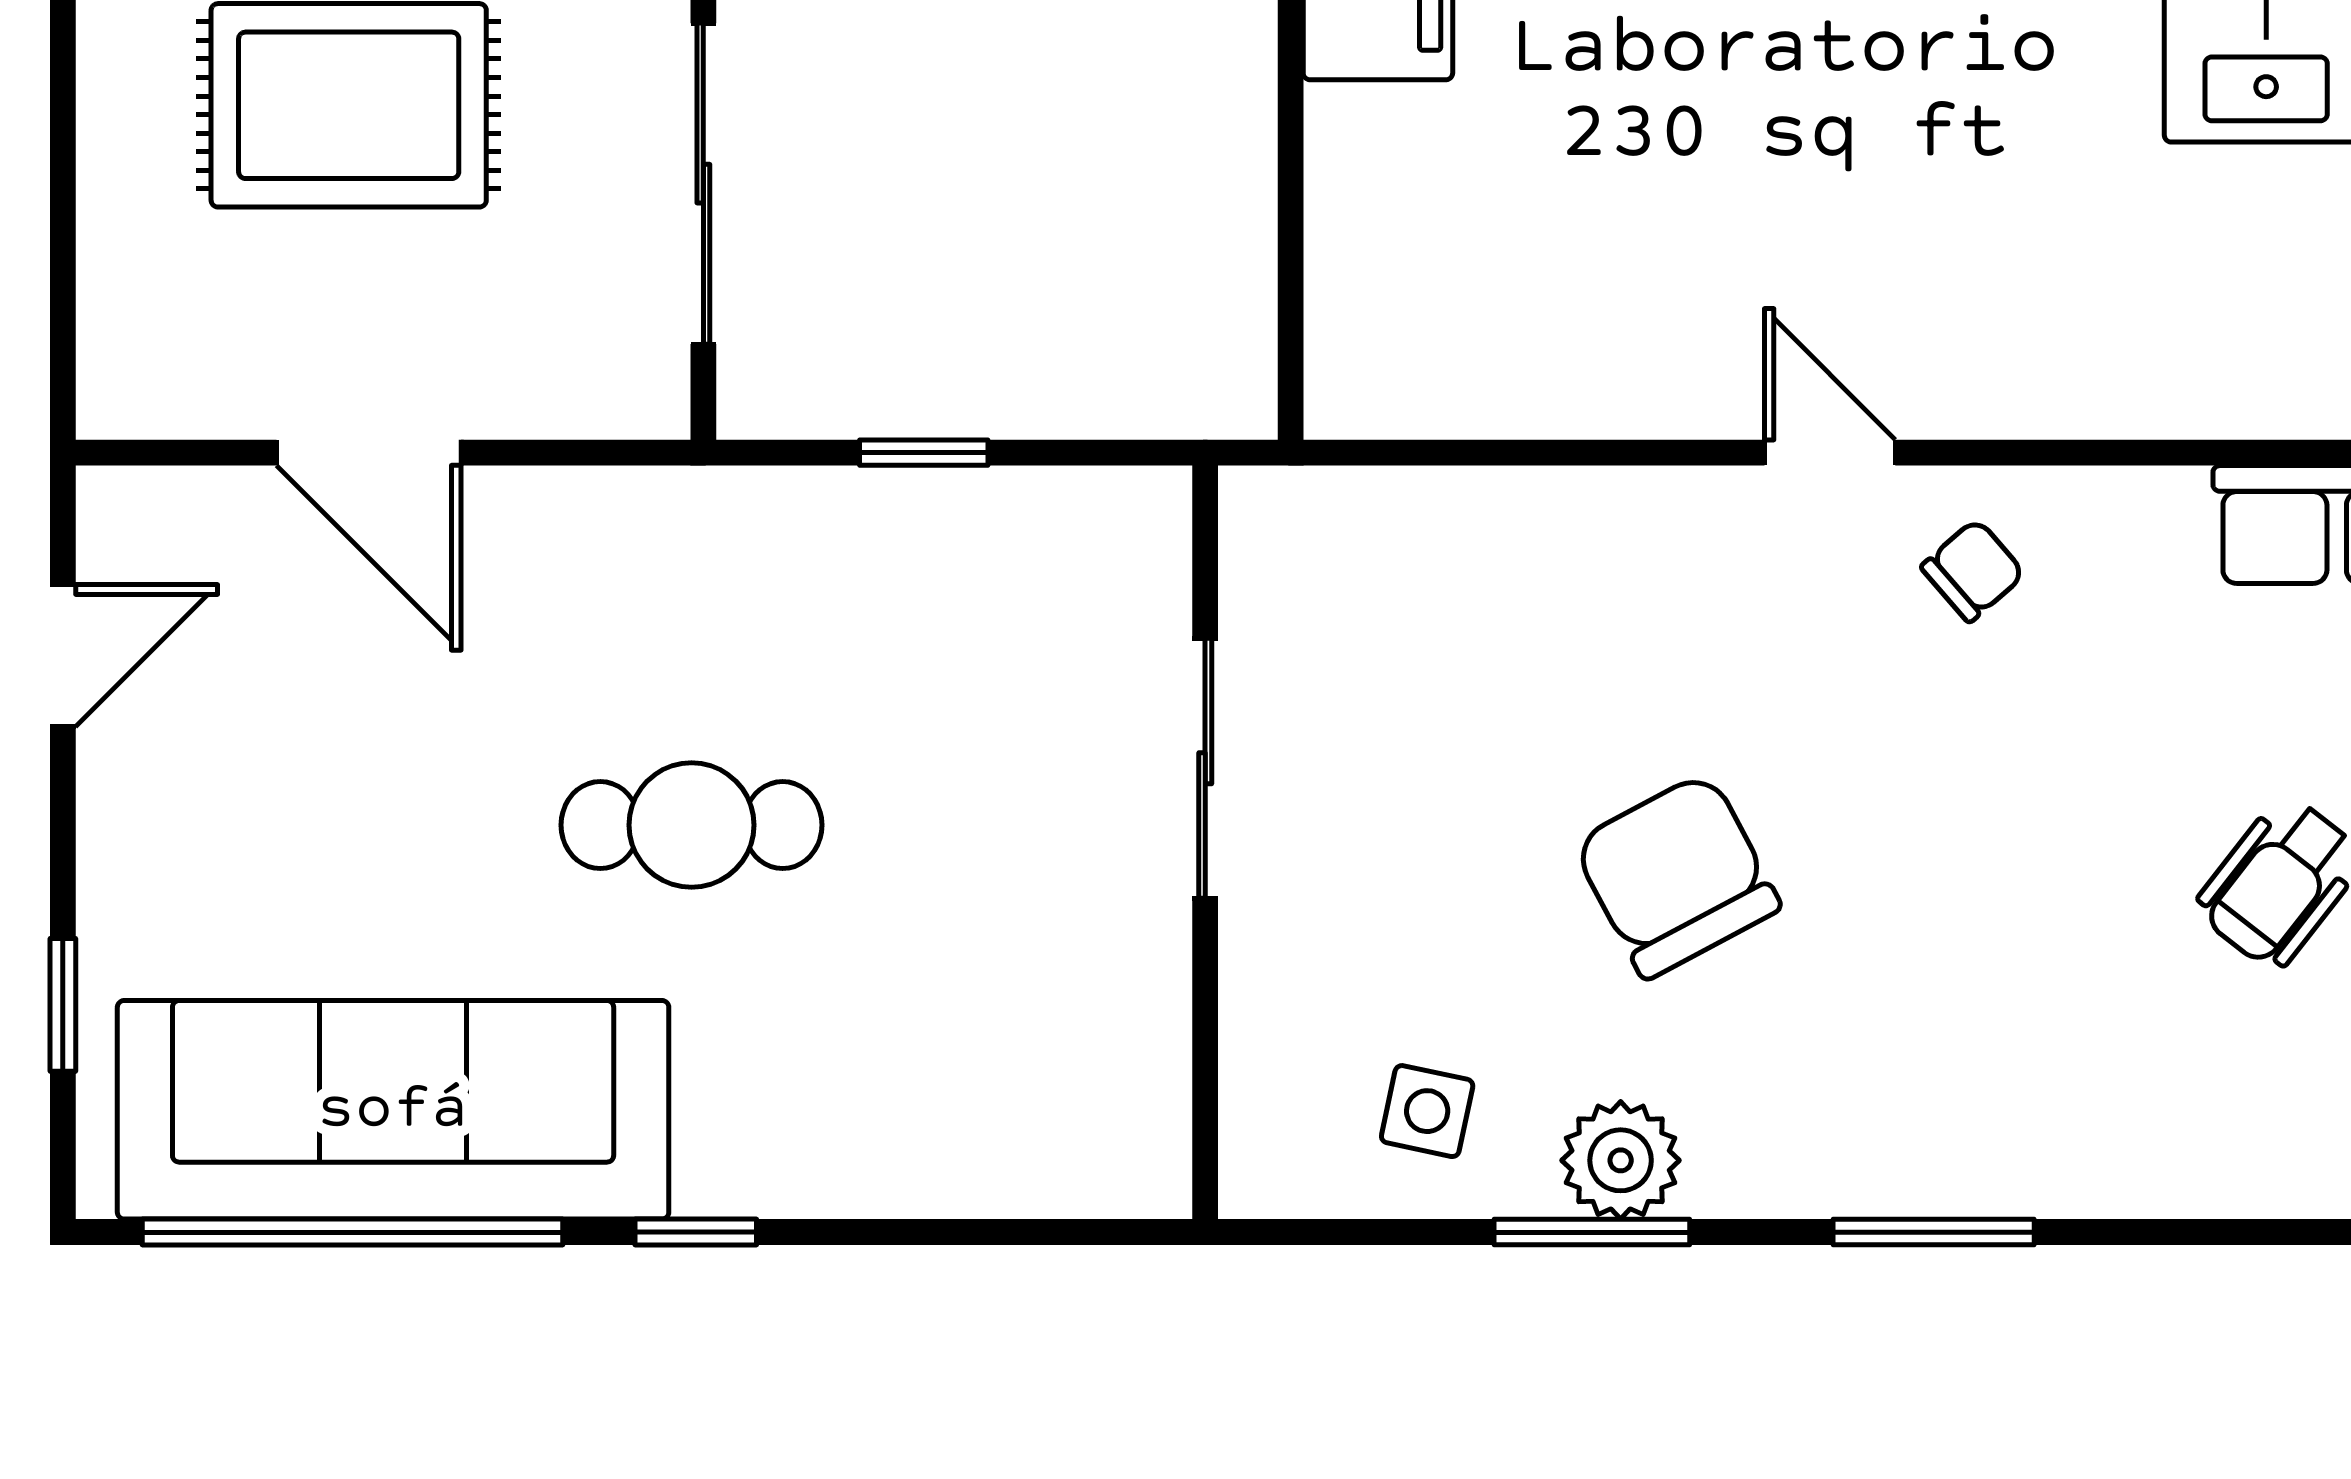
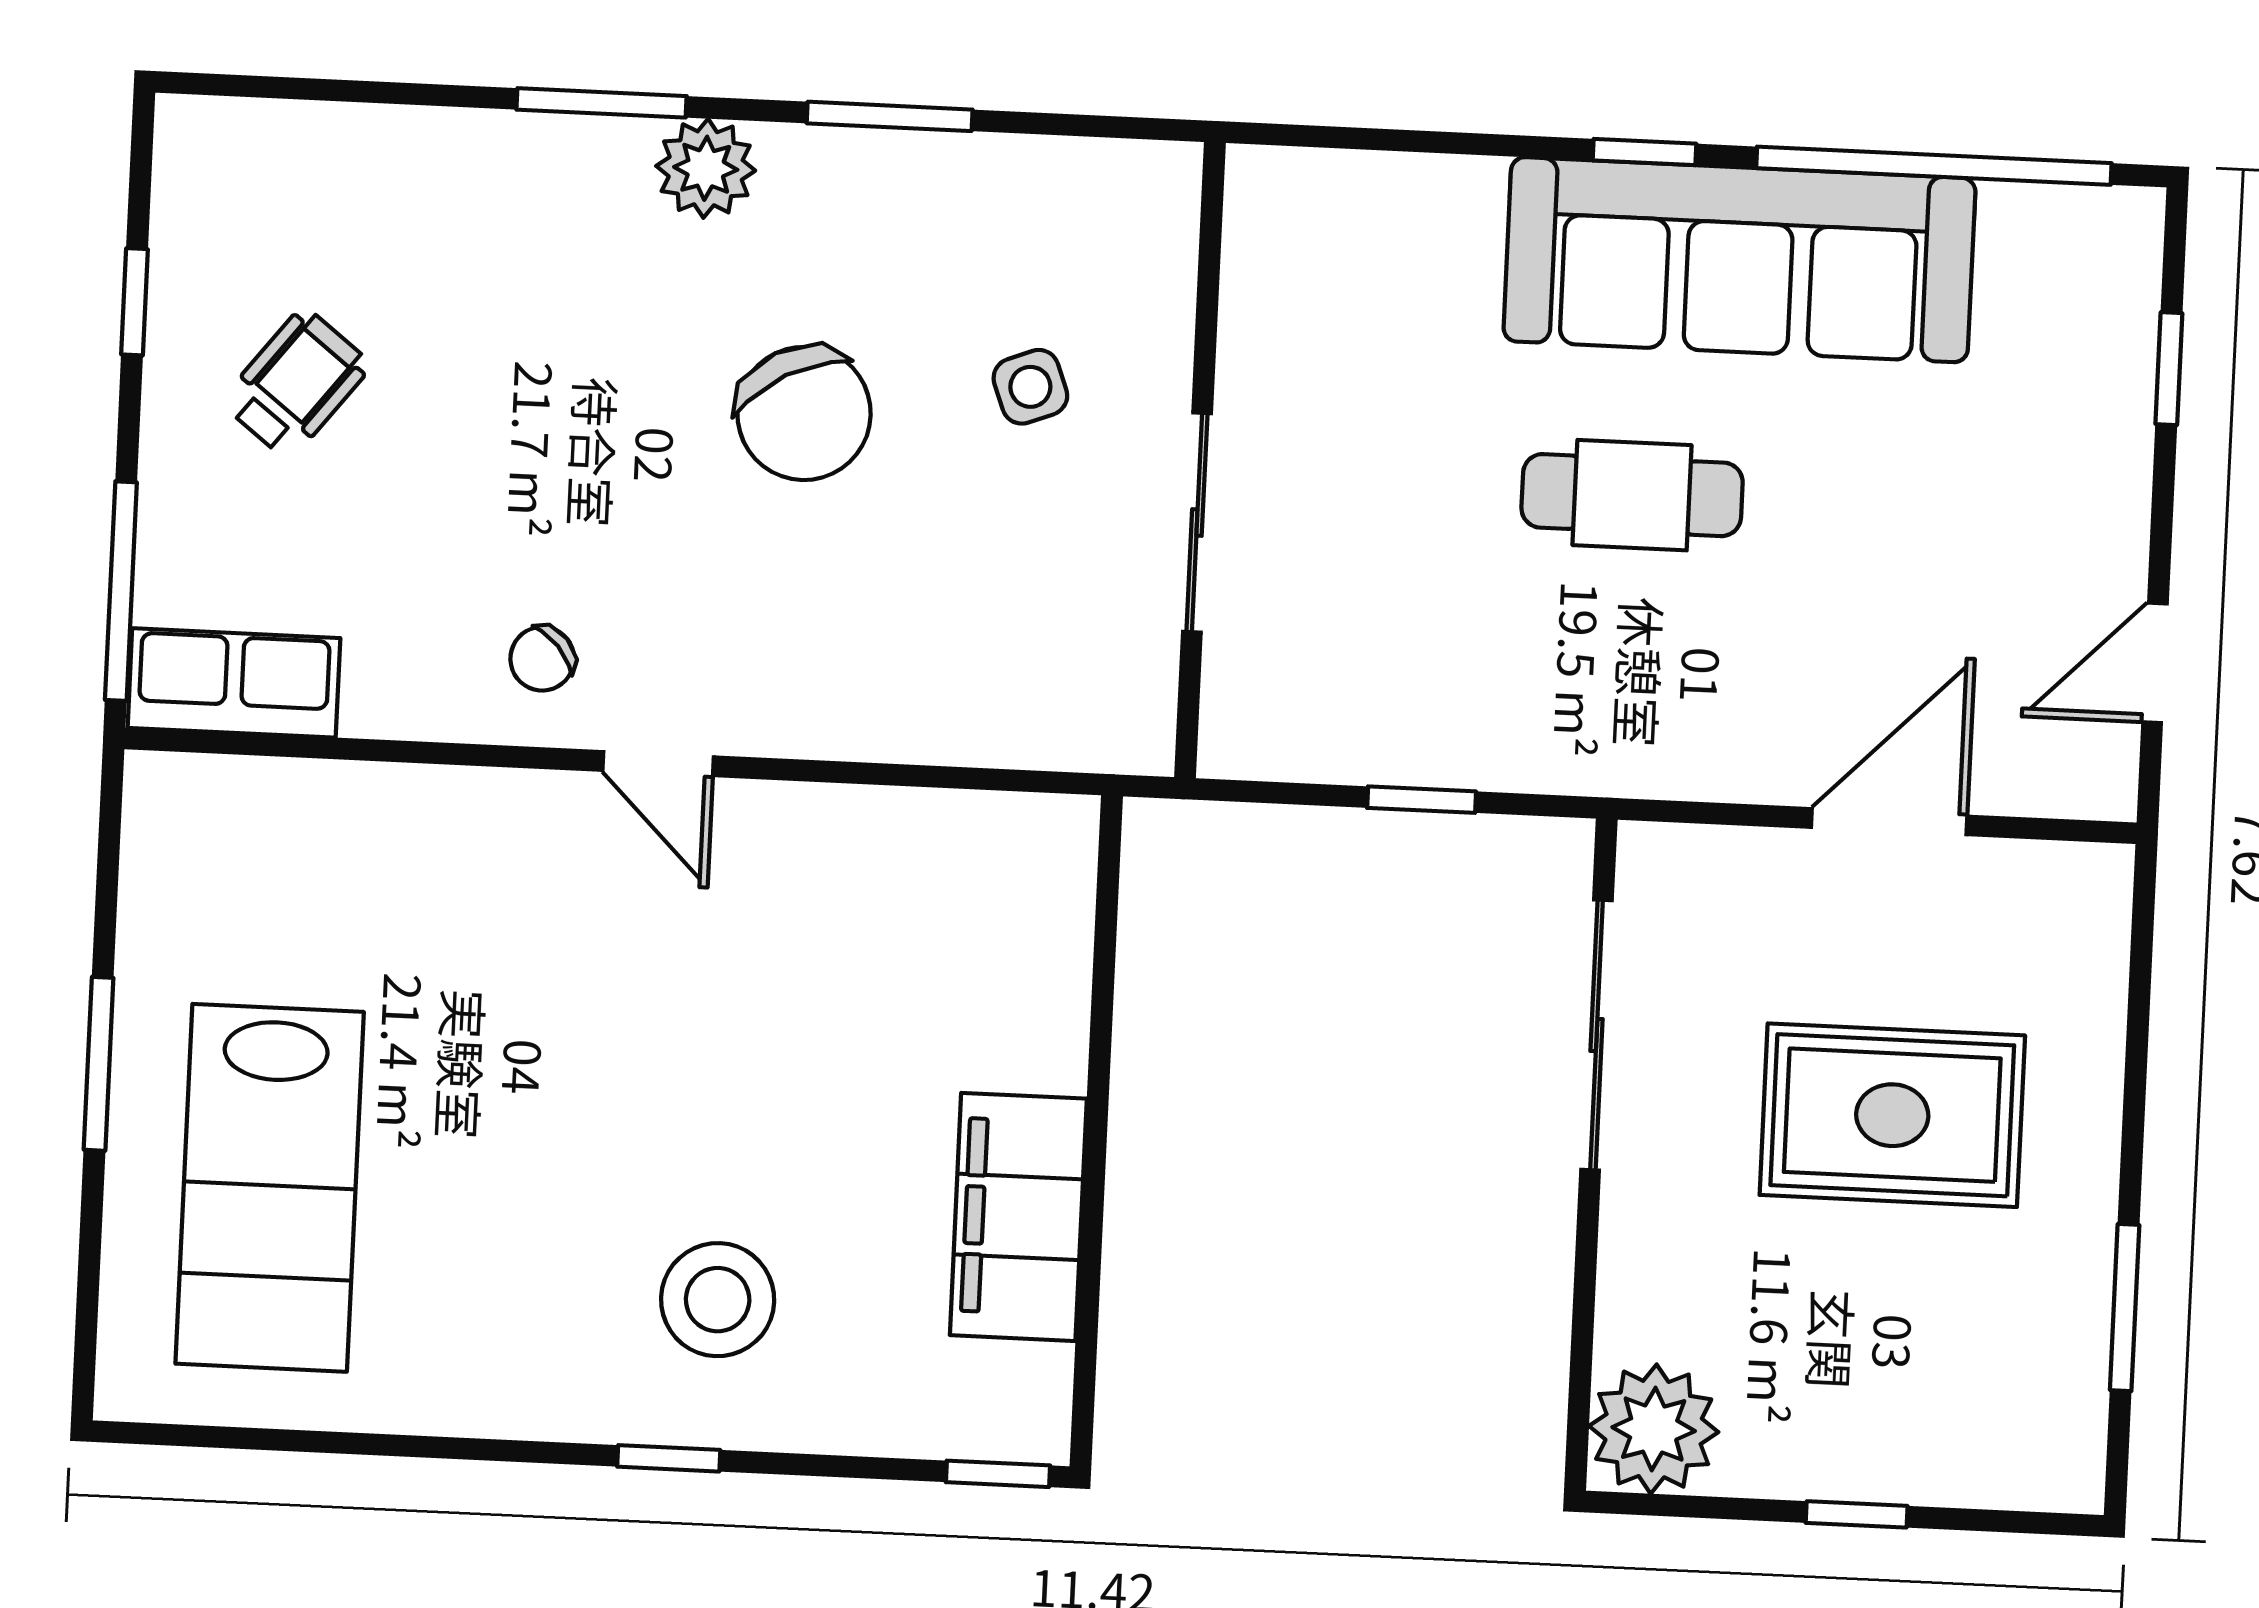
door: (369, 453) -> (1889, 822), hinge flipped
sofa: (393, 1110) -> (1739, 260), moved
side table: (1427, 1111) -> (1030, 387), moved, turned -33
plant: (1621, 1160) -> (706, 168), moved

